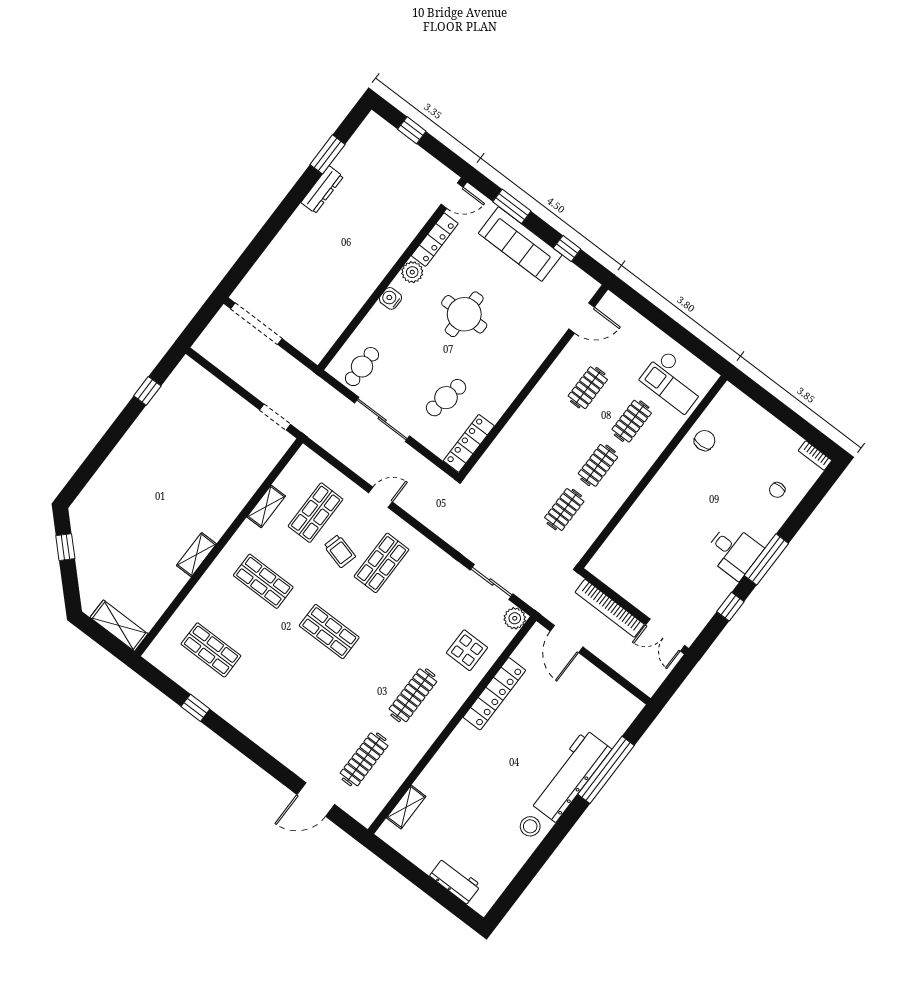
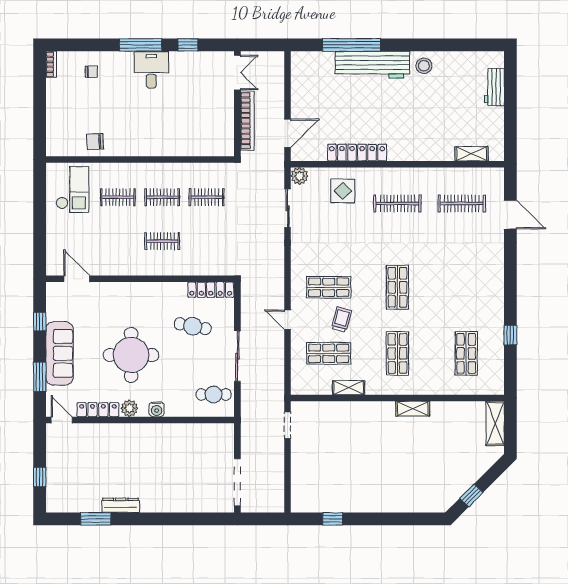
round table: (464, 314) -> (131, 355), width x1.36, depth x1.36
clothes rail: (588, 388) -> (162, 241), moved

